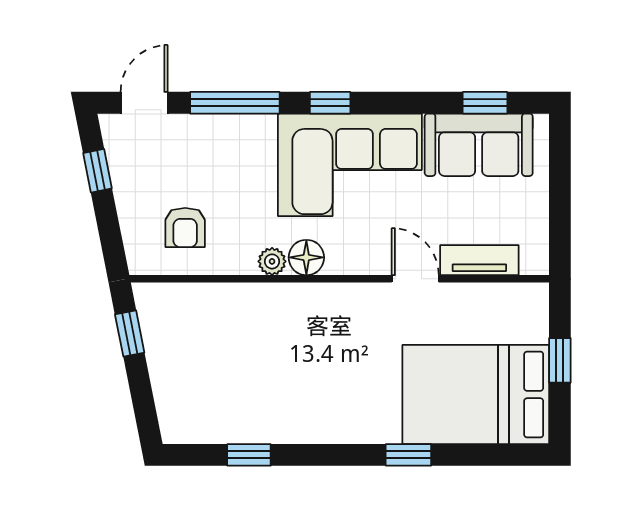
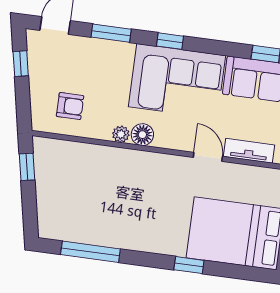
window: (235, 103) -> (111, 33), width x0.69
armchair: (185, 228) -> (70, 106), turned -90
window: (249, 455) -> (90, 252), width x2.17

